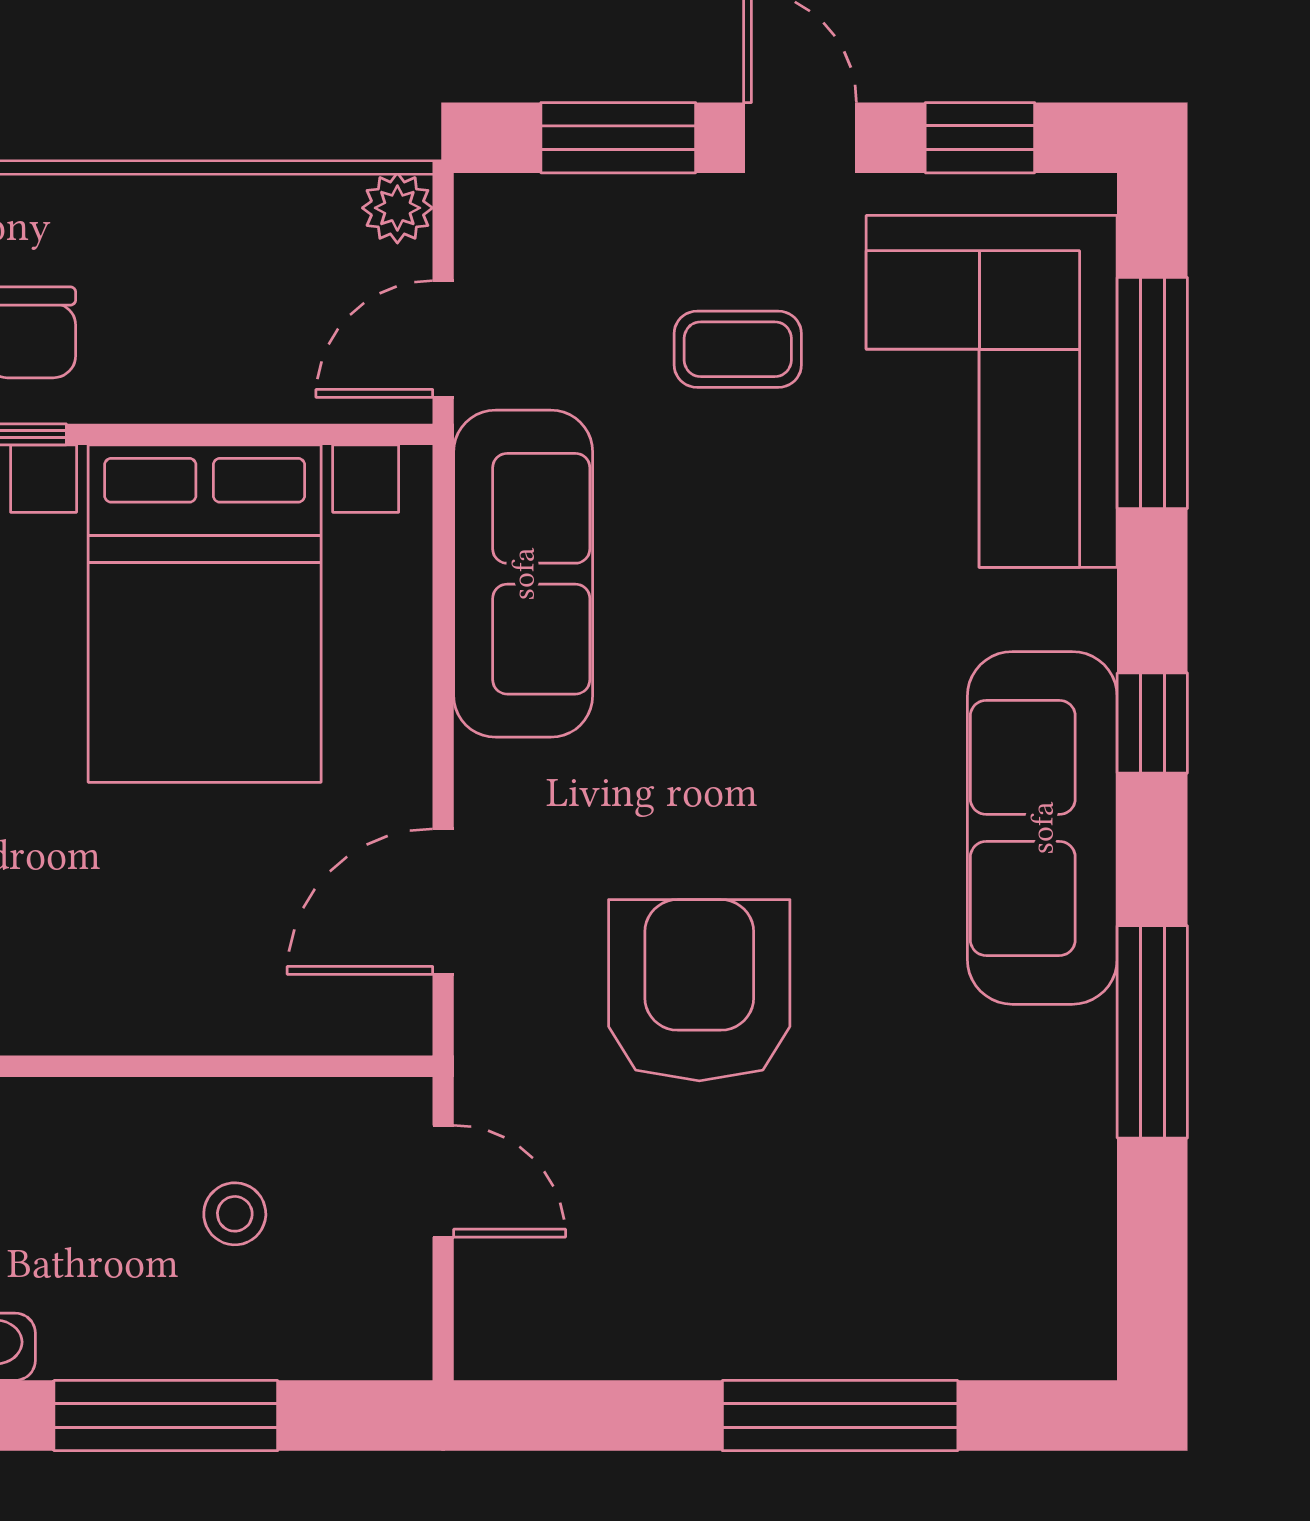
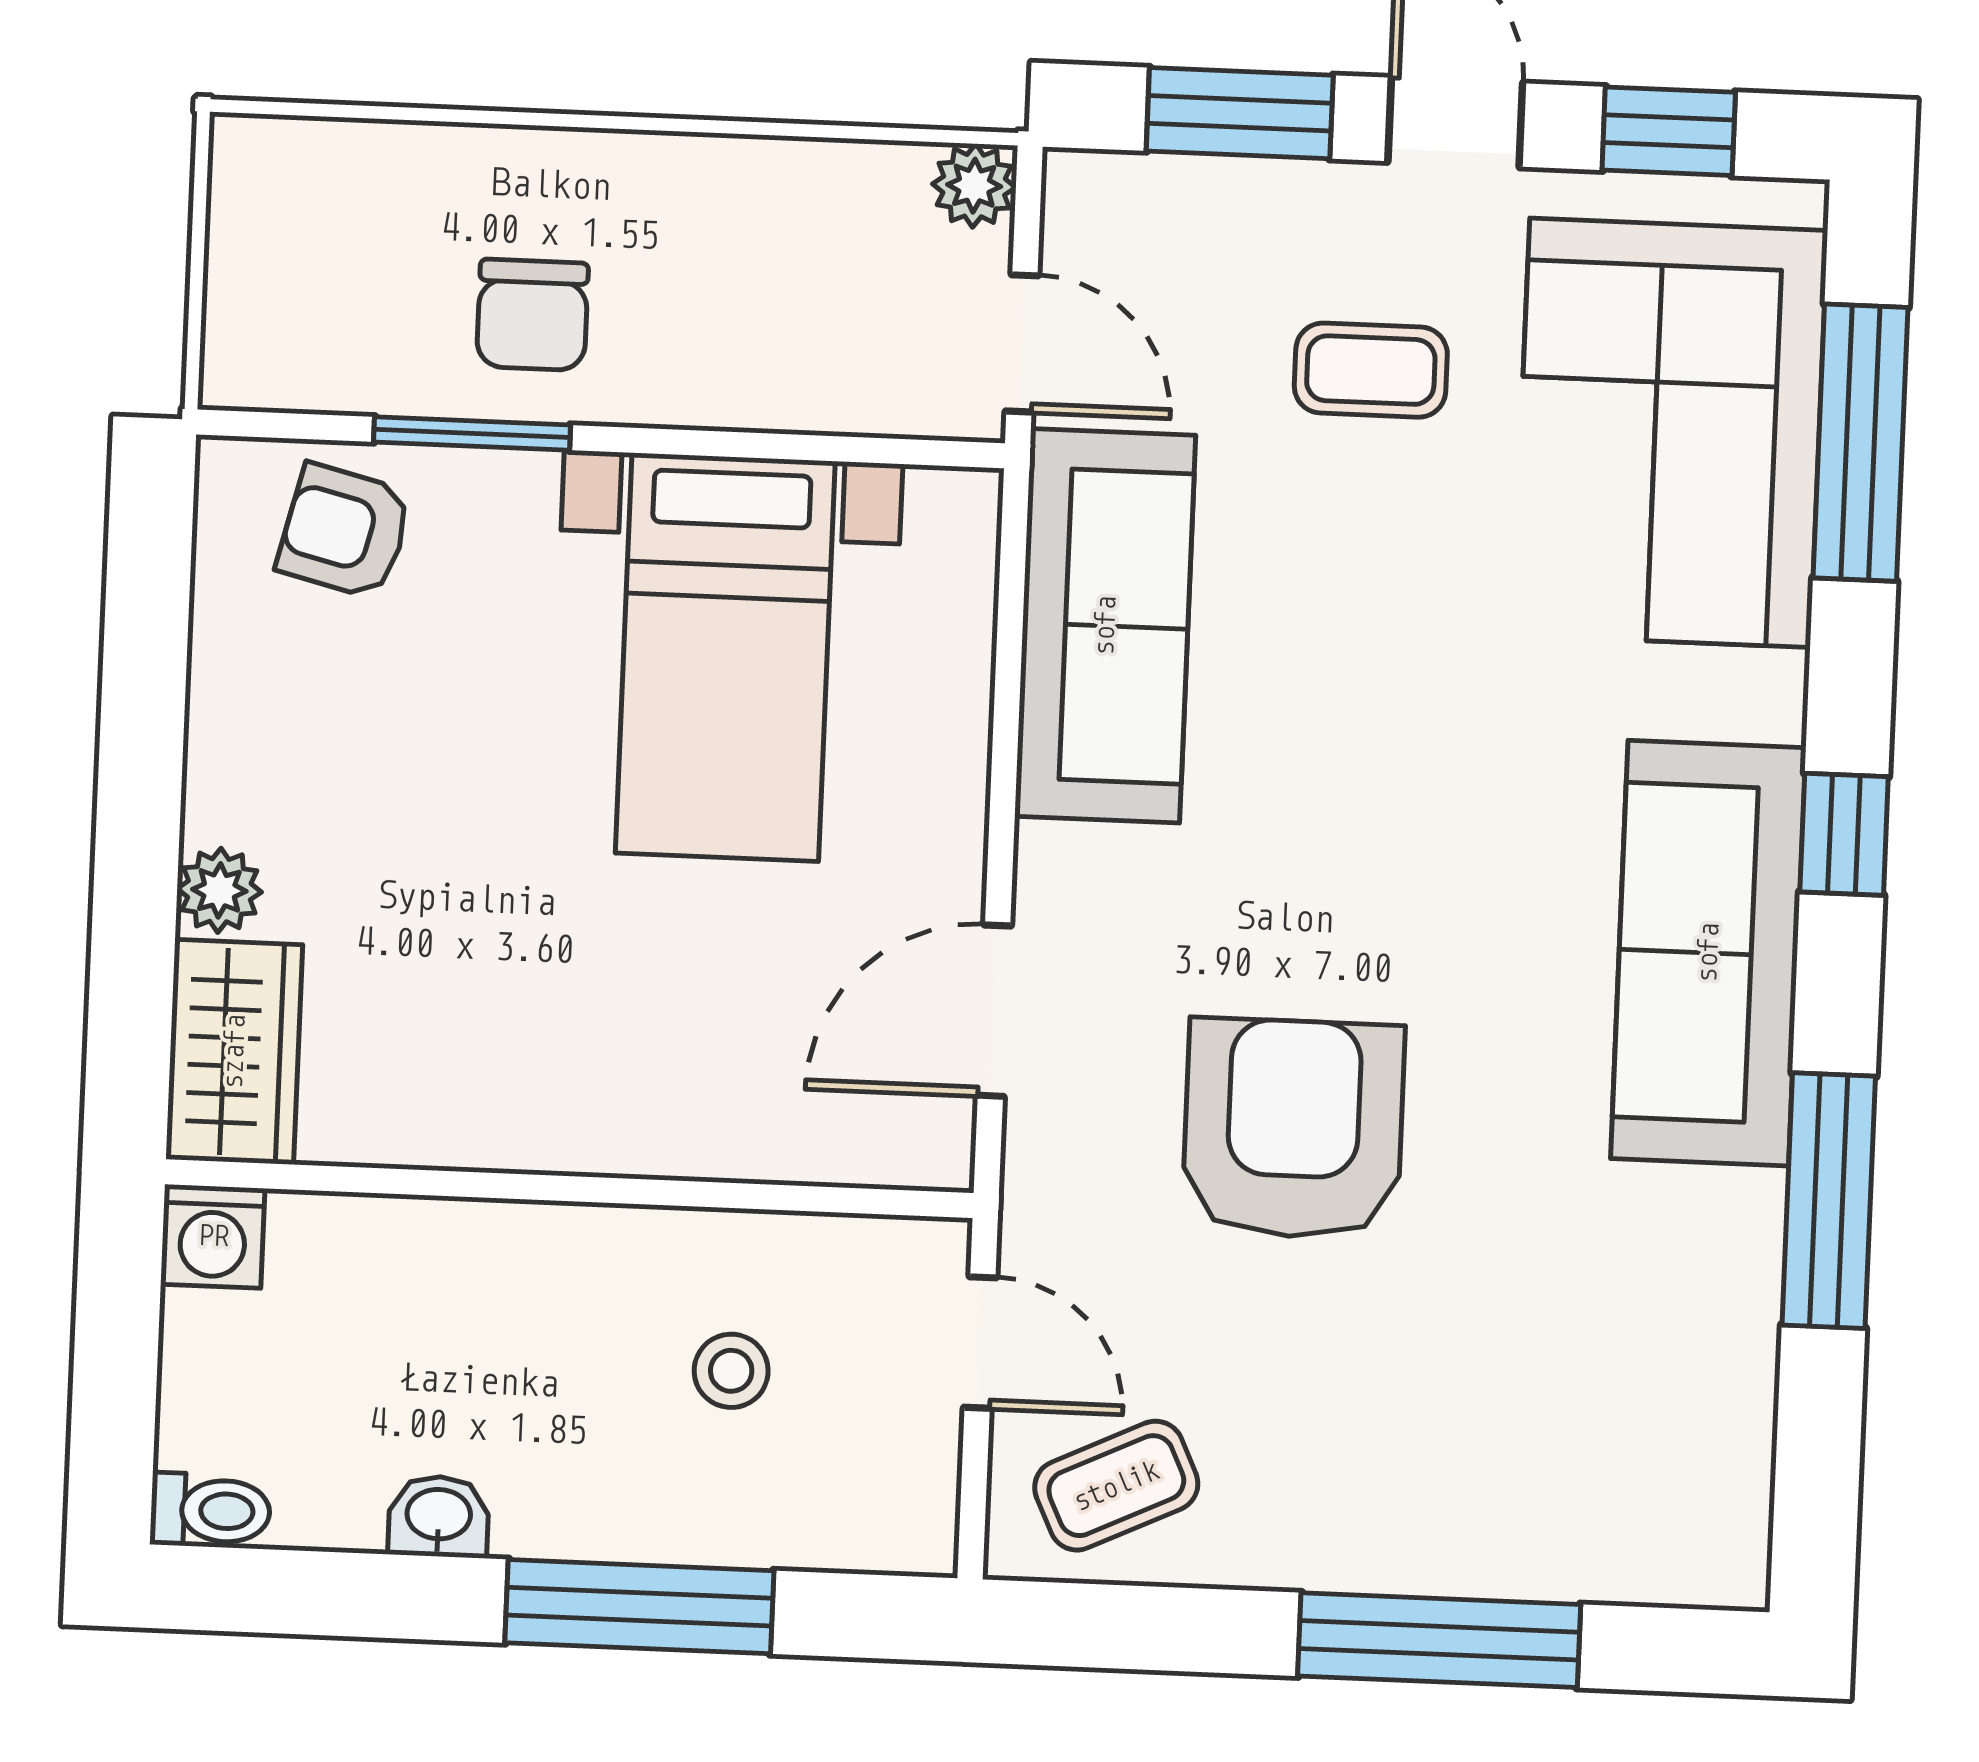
door: (443, 339) -> (1022, 343), swing flipped
bed with nightstands: (205, 614) -> (725, 657), width x0.73
coffee table: (563, 1297) -> (1116, 1486), added

